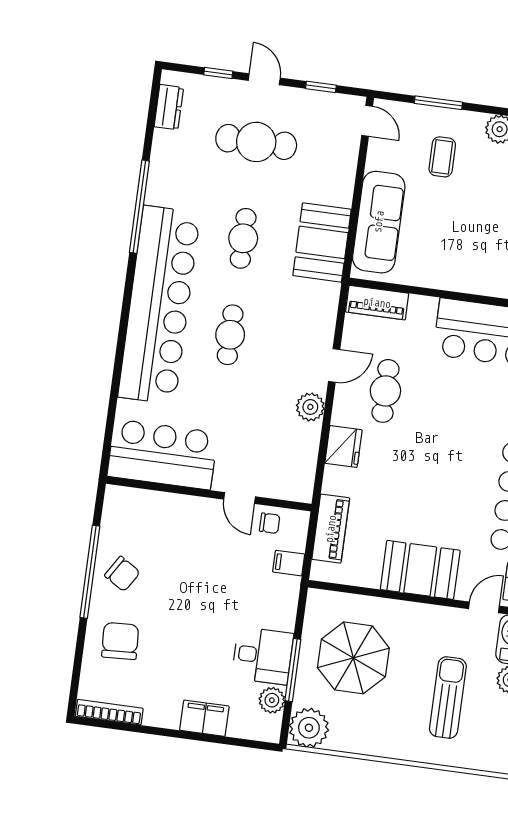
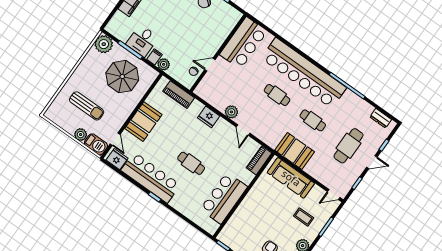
cafe table: (385, 391) -> (191, 163), moved
filing cabinet: (289, 563) -> (155, 57), moved
plant: (272, 700) -> (164, 64), moved

